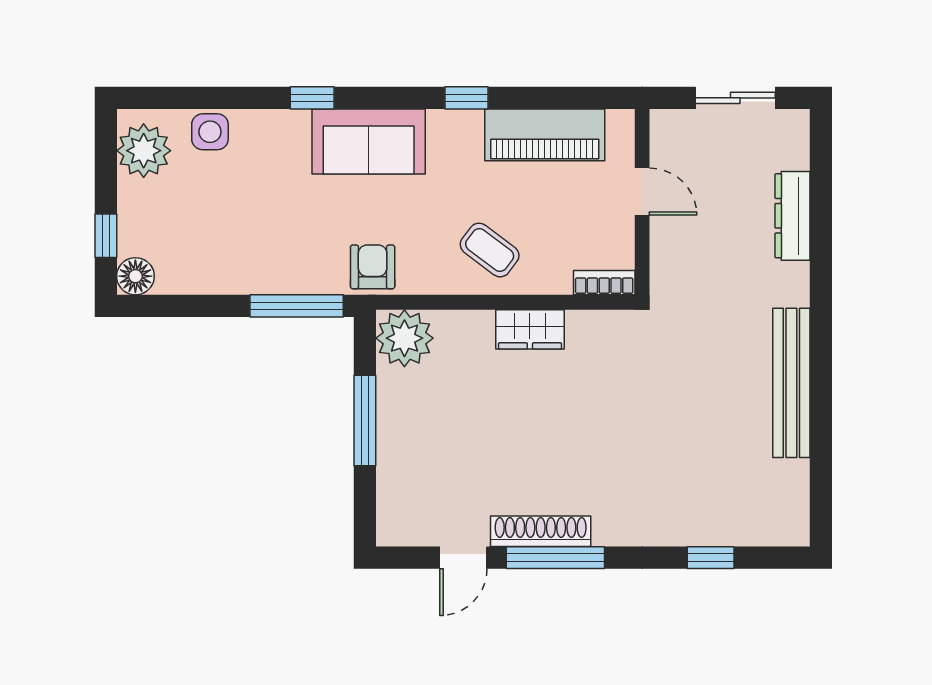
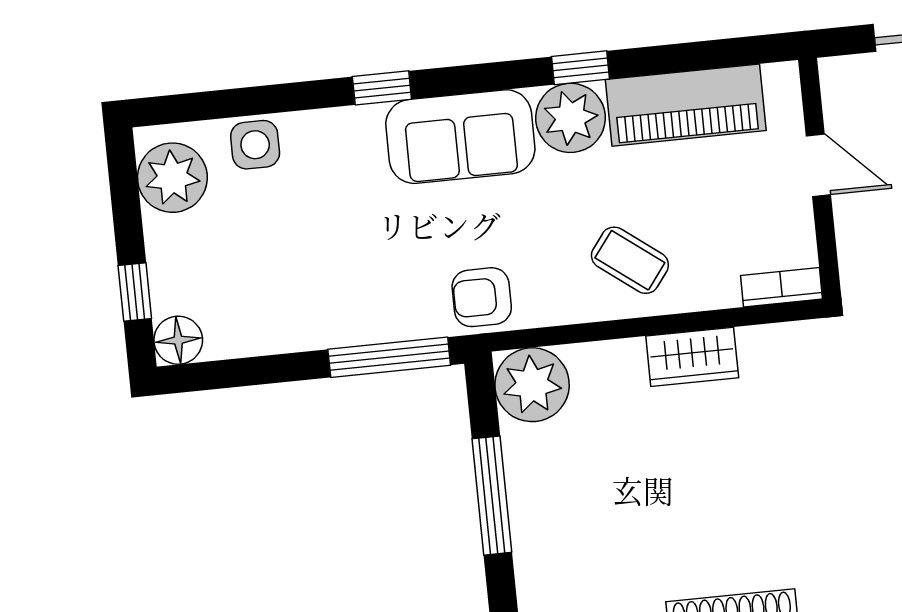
plant: (455, 136) -> (571, 118), added
armchair: (373, 267) -> (482, 297), turned -90

